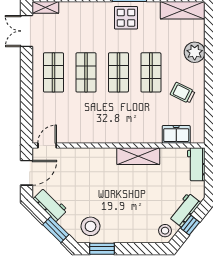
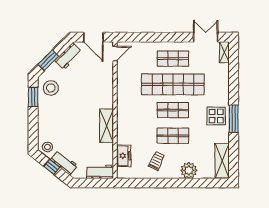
shop shelf: (86, 72) -> (173, 84), width x2.00, depth x1.36
door: (47, 145) -> (115, 54), hinge flipped

